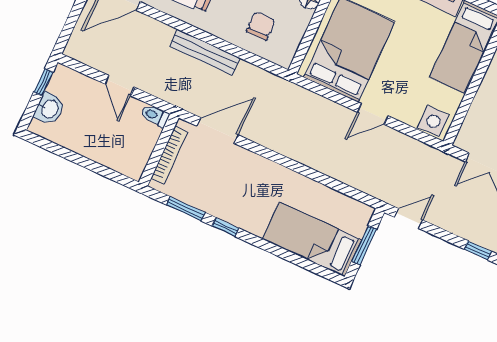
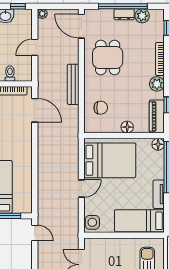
plant: (72, 50) -> (42, 14), added
door: (373, 114) -> (81, 188), swing flipped
toilet: (155, 116) -> (10, 73), moved

